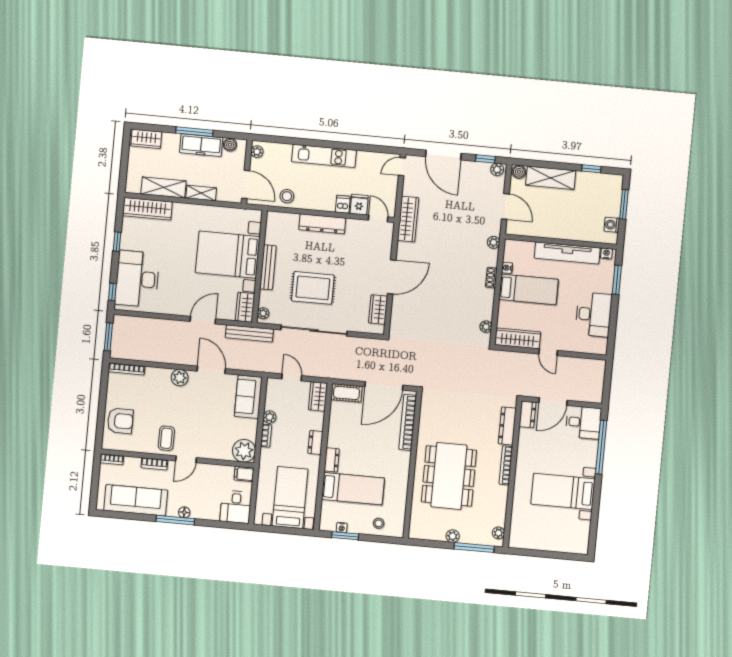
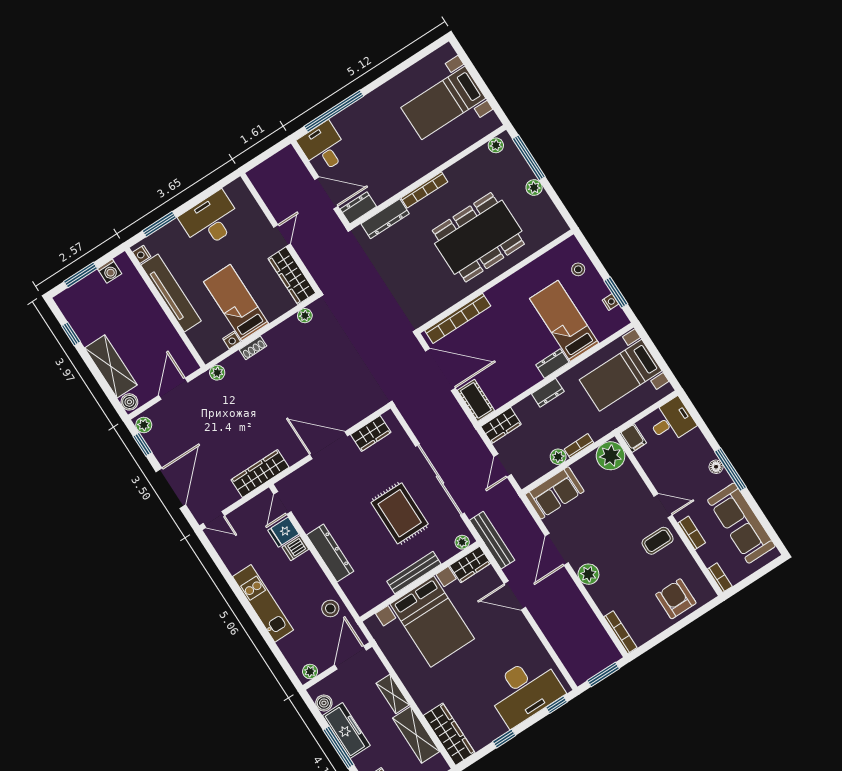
bed with nightstands: (563, 491) -> (443, 103), moved, turned 90

